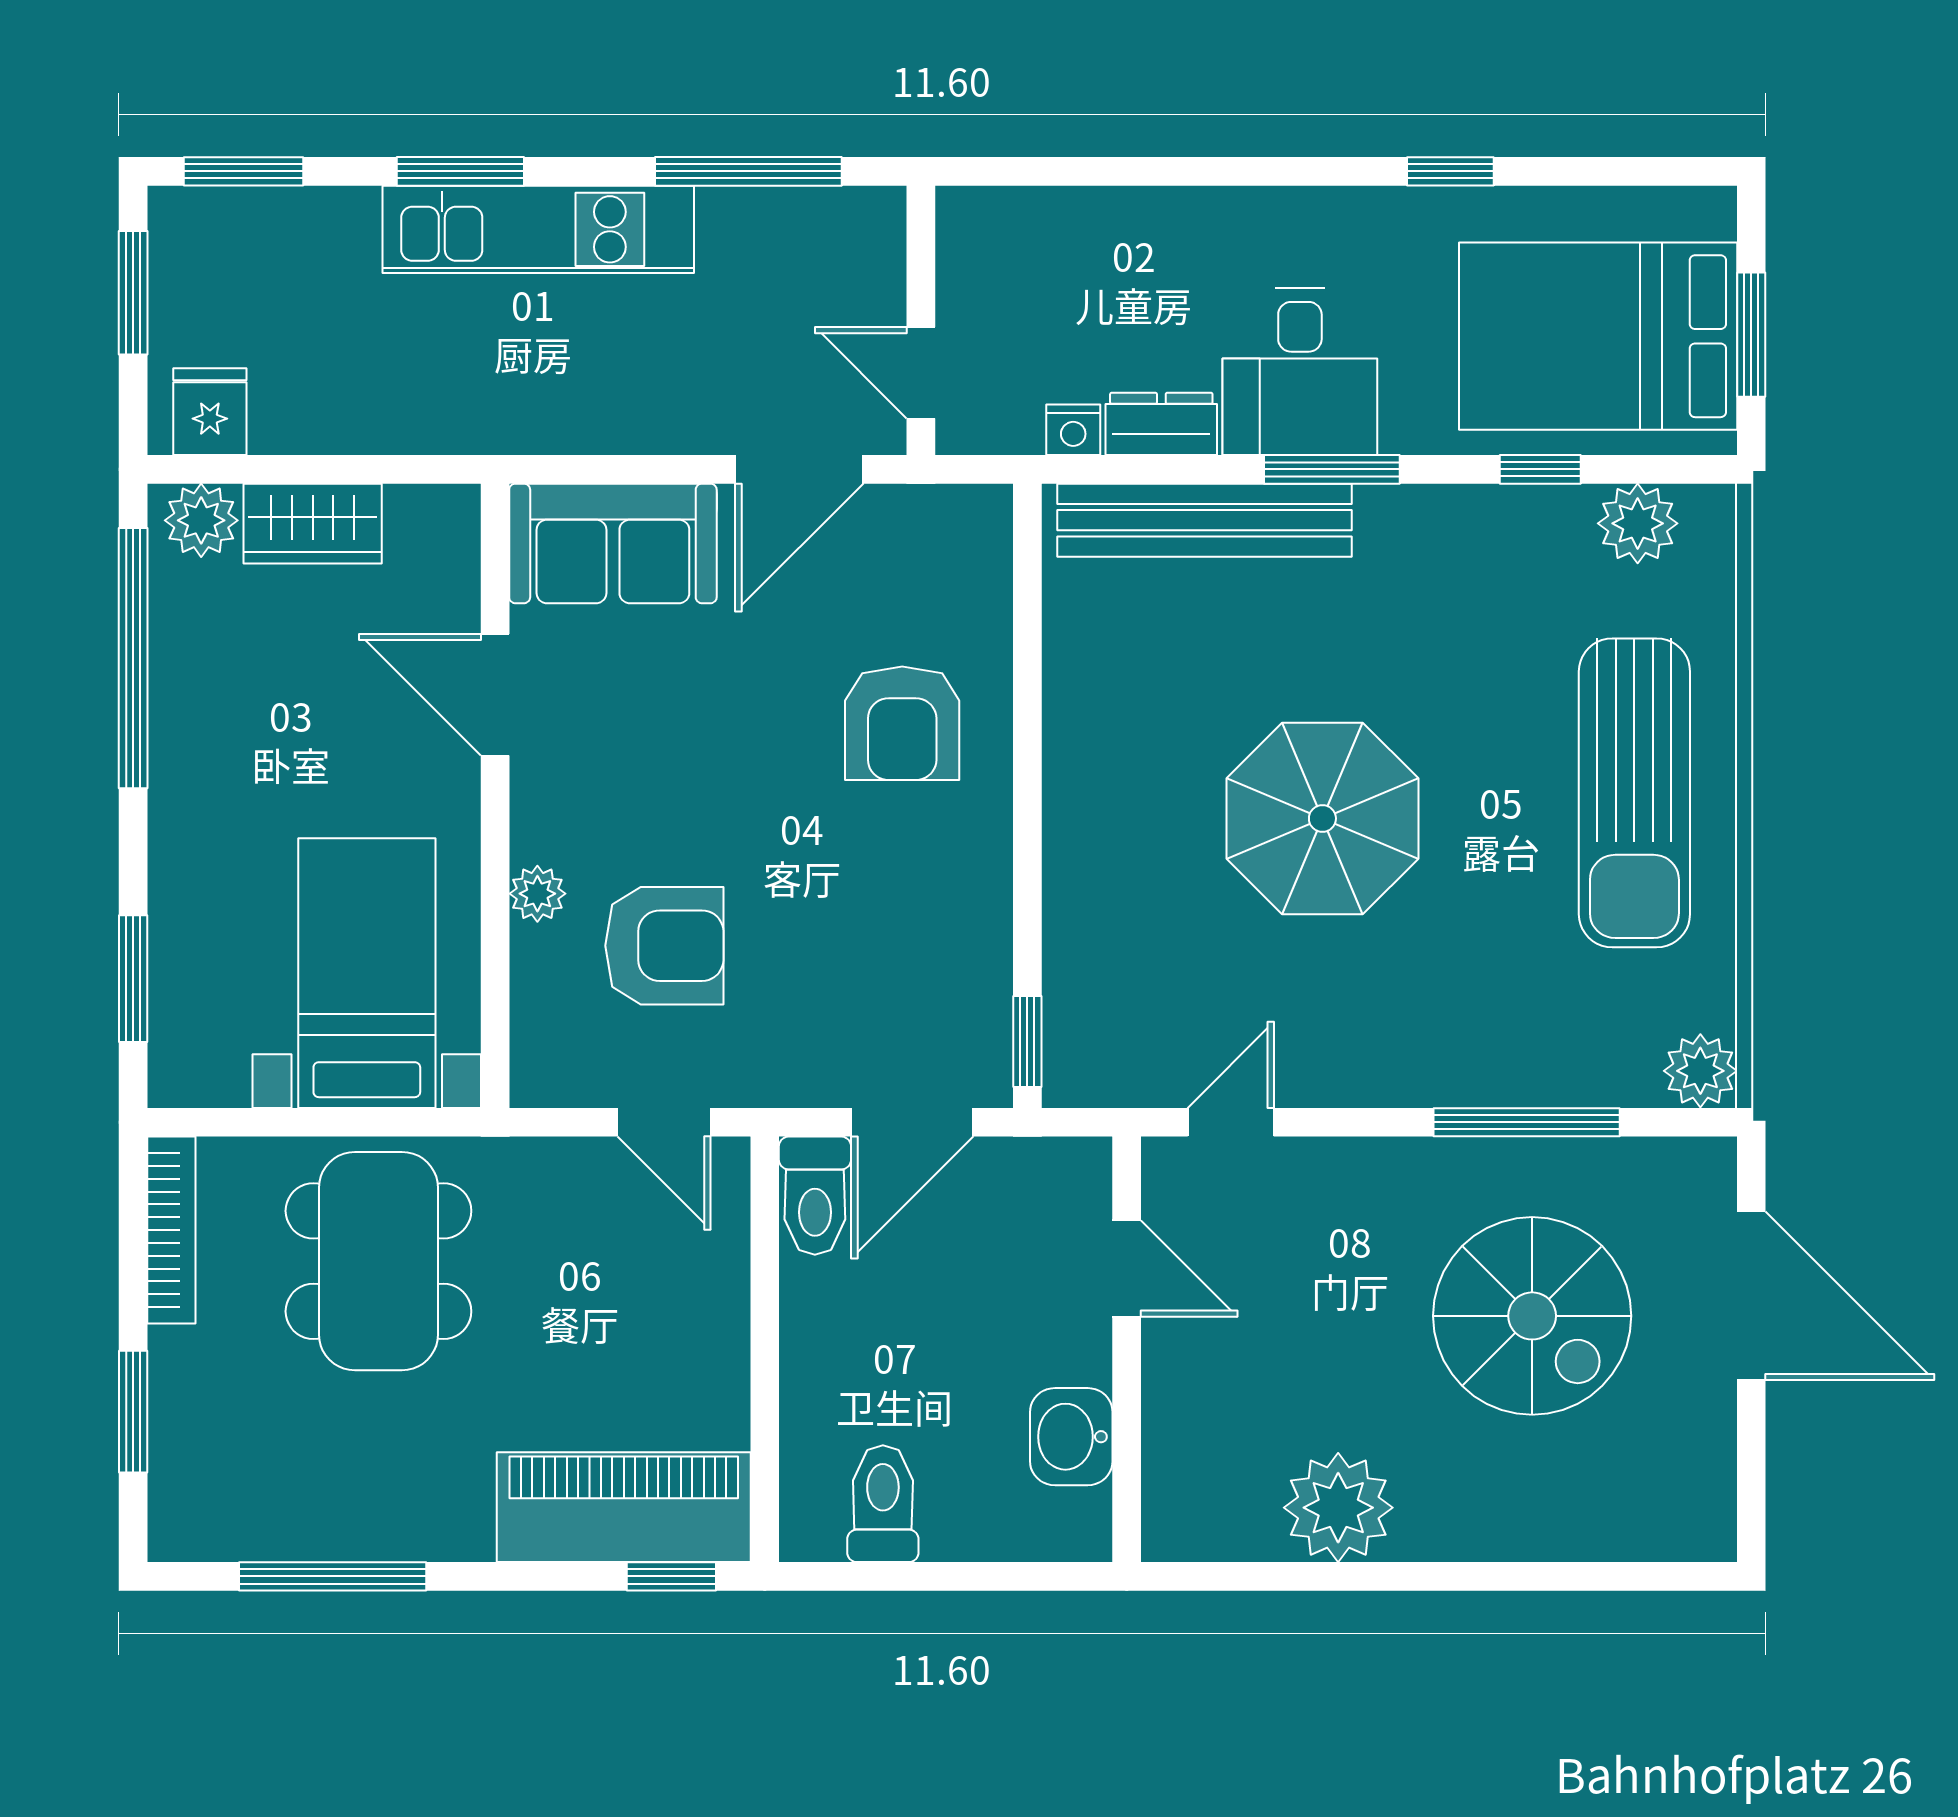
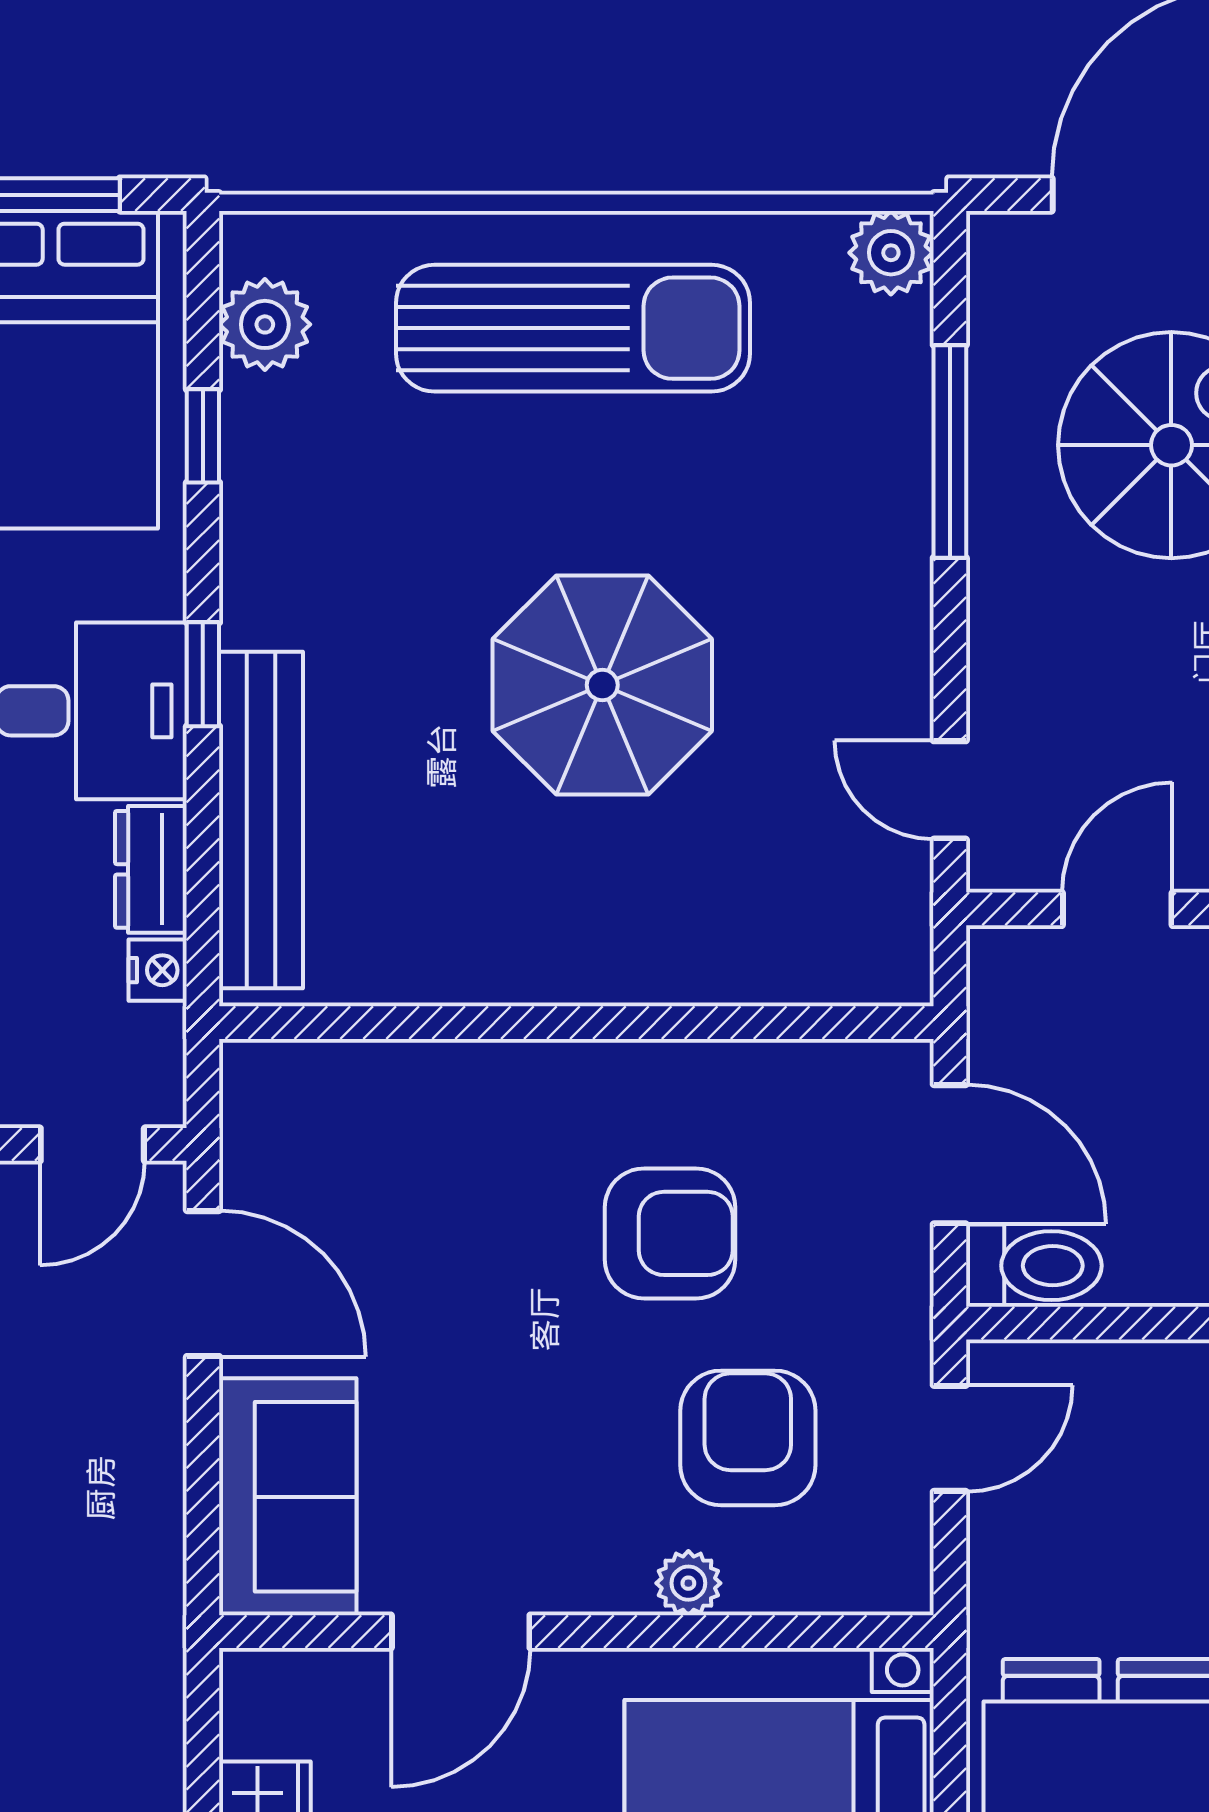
window: (1332, 469) -> (203, 674), width x0.67
armchair: (902, 723) -> (670, 1233), moved
window: (1027, 1042) -> (857, 1023), removed

